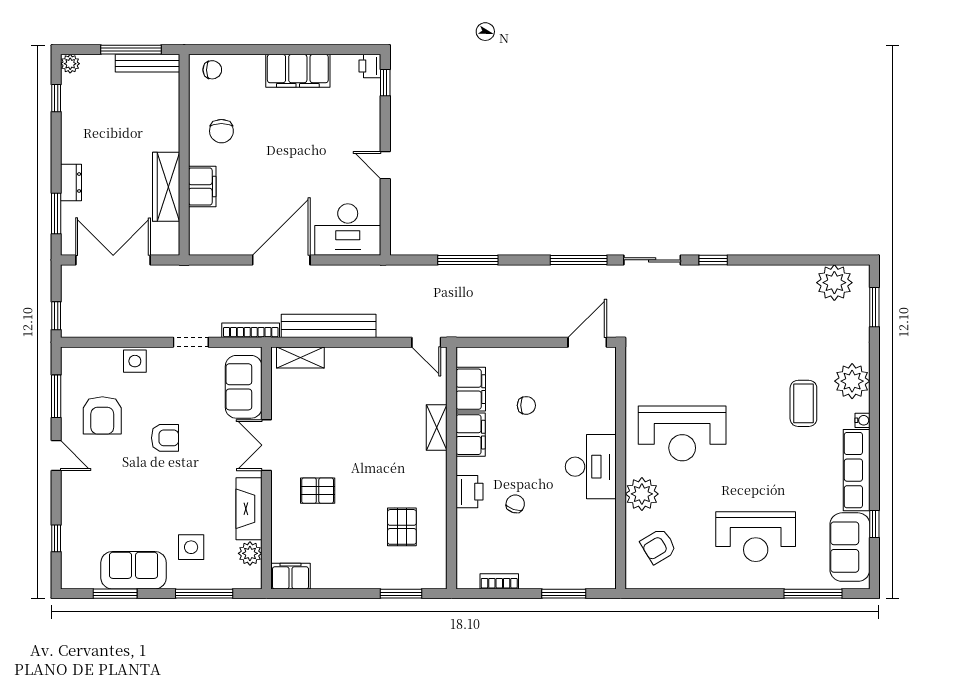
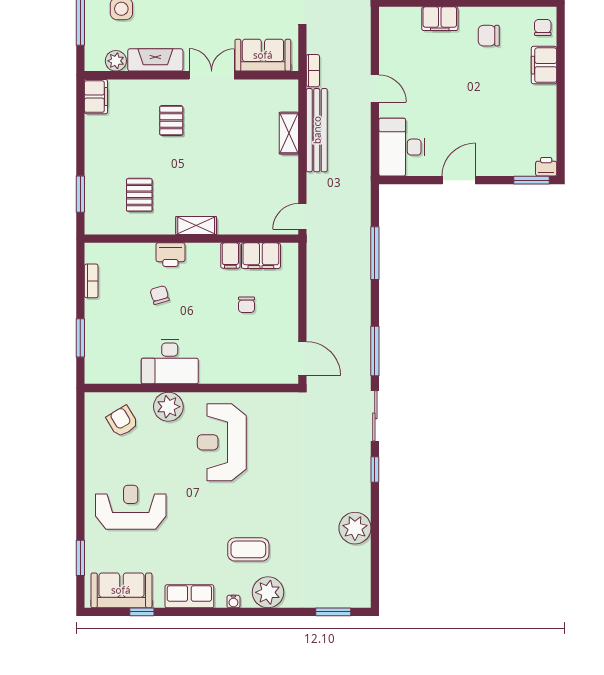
chair: (212, 70) -> (543, 27), turned 180
filing cabinet: (298, 71) -> (544, 65), moved, width x0.67, depth x0.86
window: (385, 83) -> (532, 180), width x1.50
door: (385, 165) -> (459, 180), width x1.38
door: (281, 260) -> (375, 88), width x0.53
plant: (834, 283) -> (355, 528), moved
bookcase: (251, 330) -> (313, 71), width x0.64
shelving: (300, 358) -> (289, 133), moved
shelving: (437, 428) -> (196, 226), moved
filing cabinet: (471, 435) -> (230, 256), width x0.50
desk: (591, 467) -> (170, 362), moved
row of seats: (857, 470) -> (189, 596), width x0.68
chair: (515, 504) -> (160, 295), turned -124
pallet: (402, 527) -> (139, 195), turned 90
reception desk: (756, 537) -> (131, 507), turned 90
window: (813, 594) -> (80, 558), width x0.69

